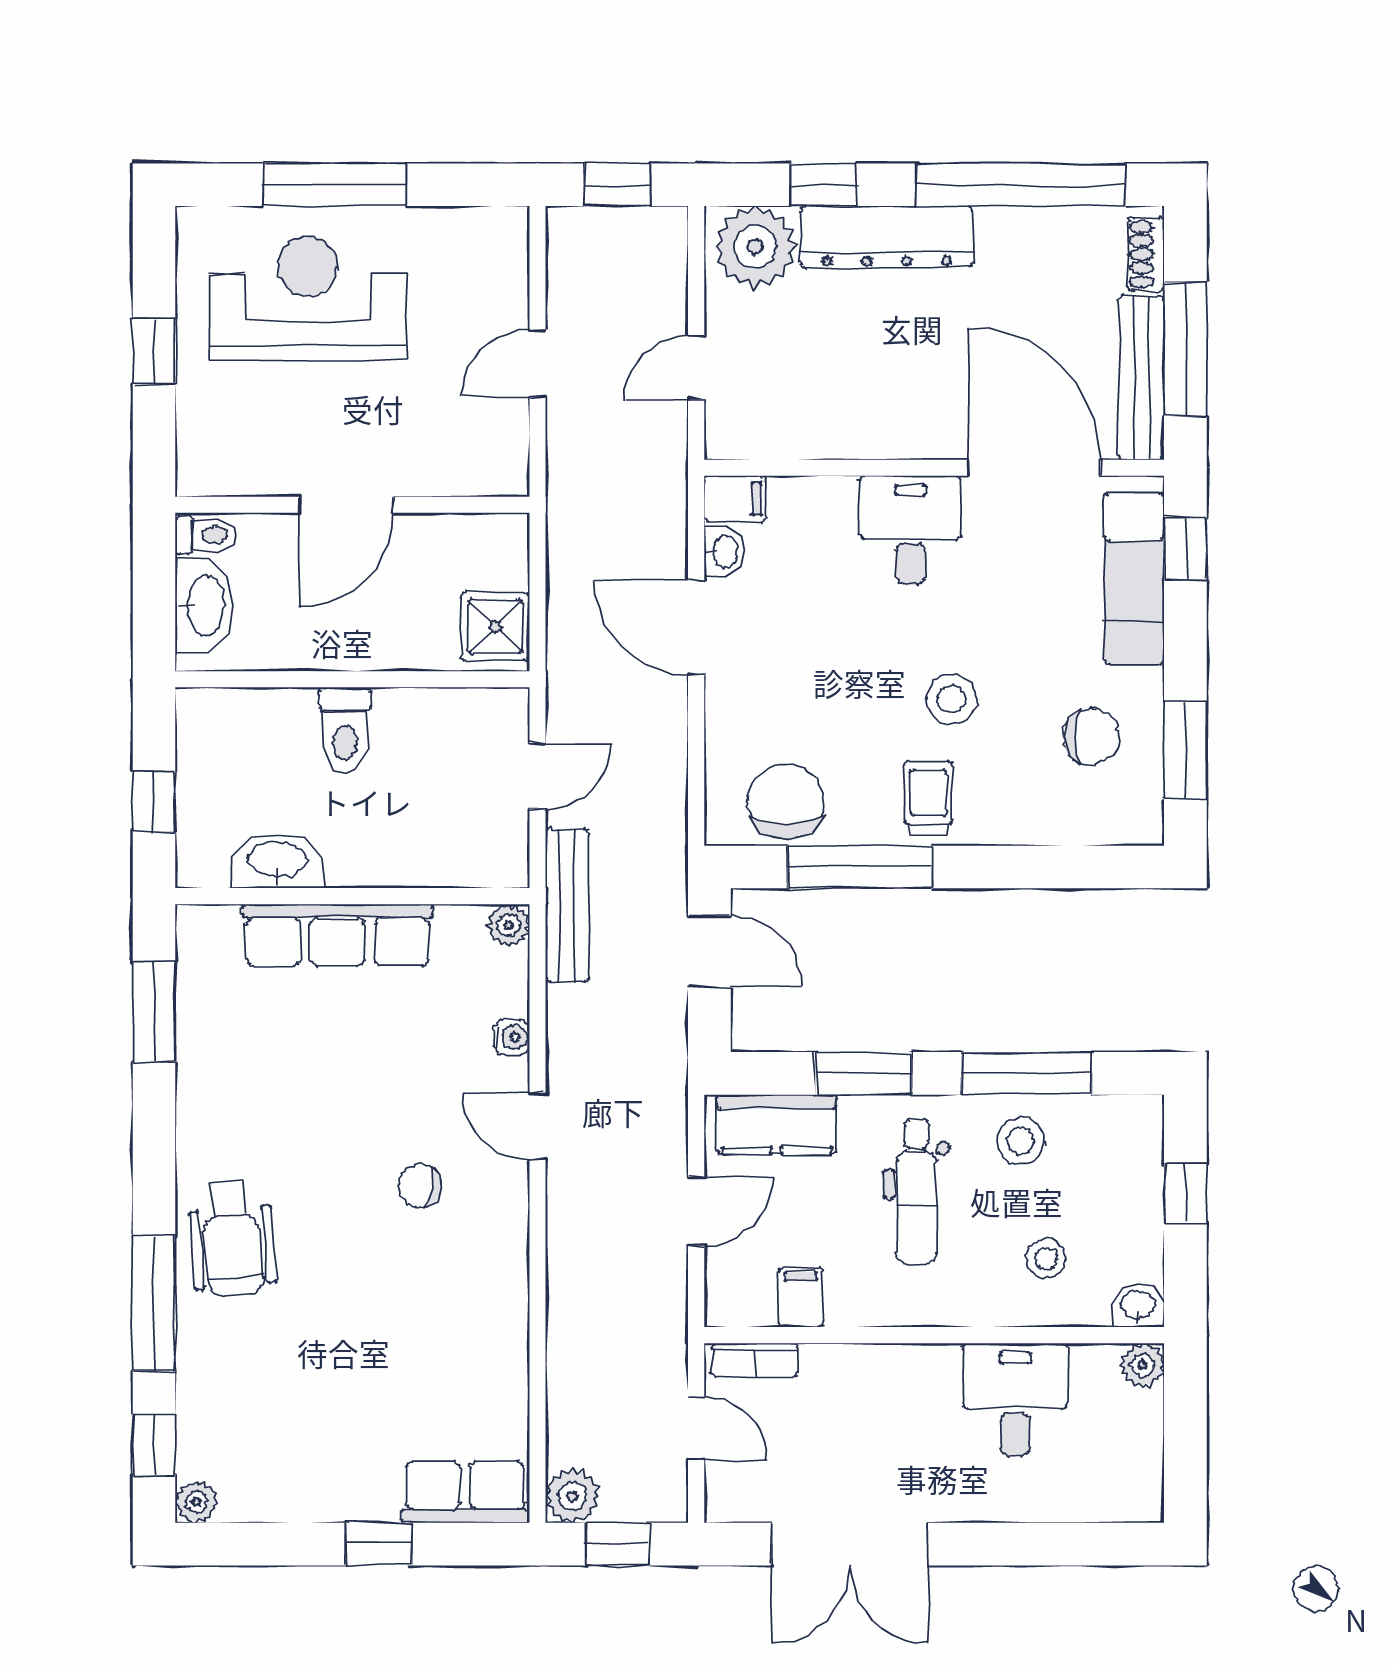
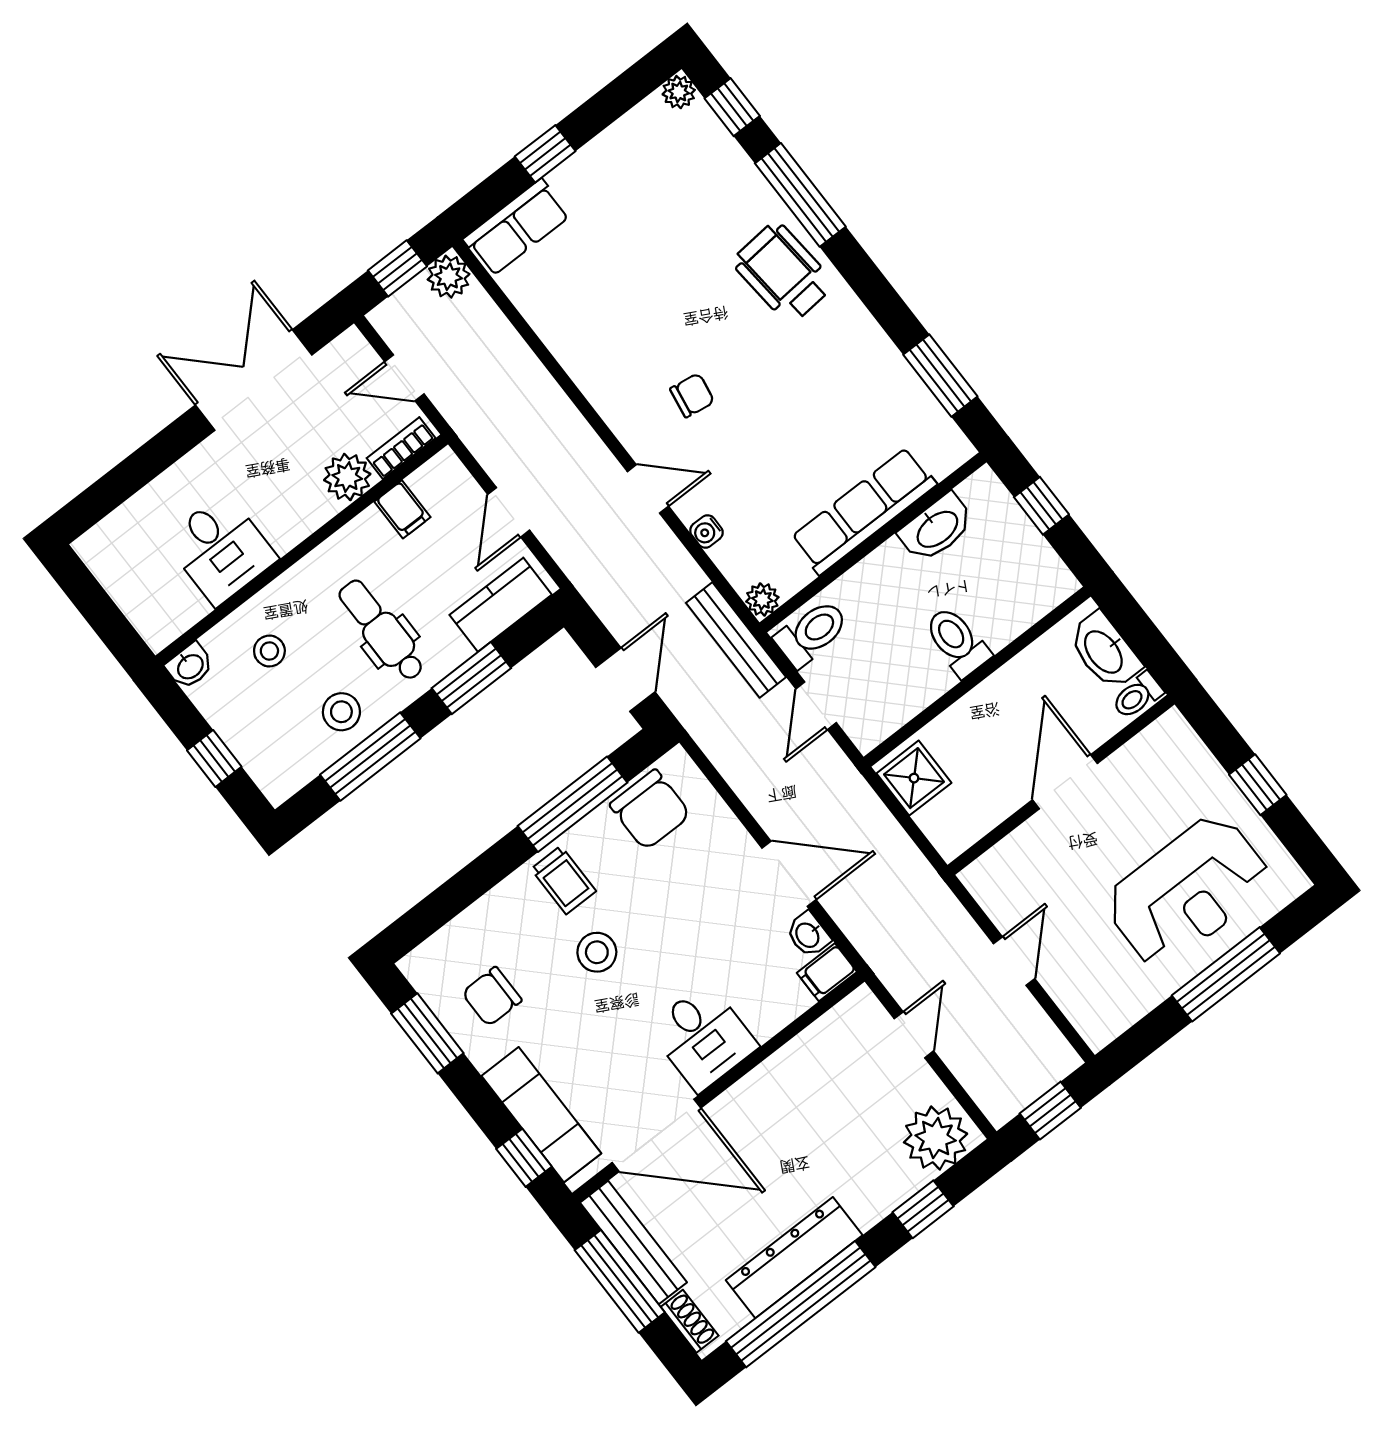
dresser: (887, 237) -> (794, 1258), moved
toilet: (485, 853) -> (812, 633), added
door: (709, 951) -> (625, 680), swing flipped
plant: (1142, 1365) -> (347, 477), moved, width x1.38, depth x1.38

